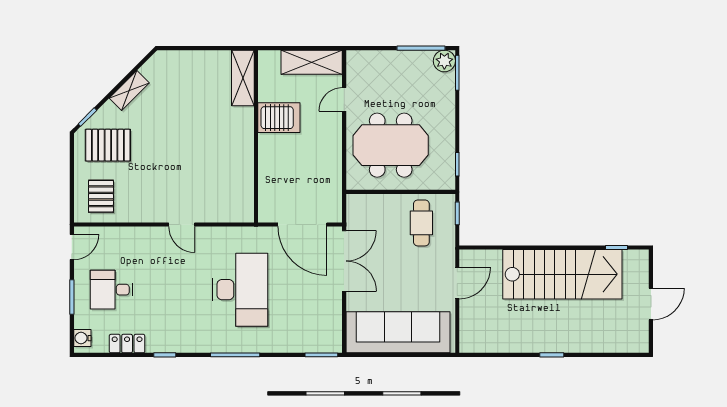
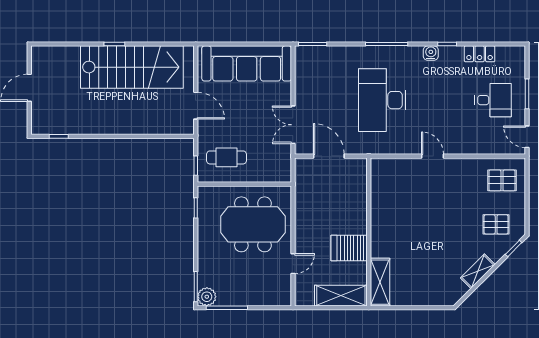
shelving: (312, 62) -> (341, 296), moved
pallet: (108, 145) -> (496, 224), width x0.67, depth x0.71
pallet: (101, 196) -> (502, 180), turned 90
cafe table: (421, 223) -> (227, 157), turned 90
door: (302, 224) -> (329, 156), width x0.73
door: (72, 247) -> (527, 137), hinge flipped
double door: (344, 261) -> (293, 125), width x0.73
stairs: (562, 274) -> (132, 67), moved, turned 180
door: (457, 283) -> (196, 106), swing flipped
water cooler: (82, 338) -> (431, 53), moved, turned -90

